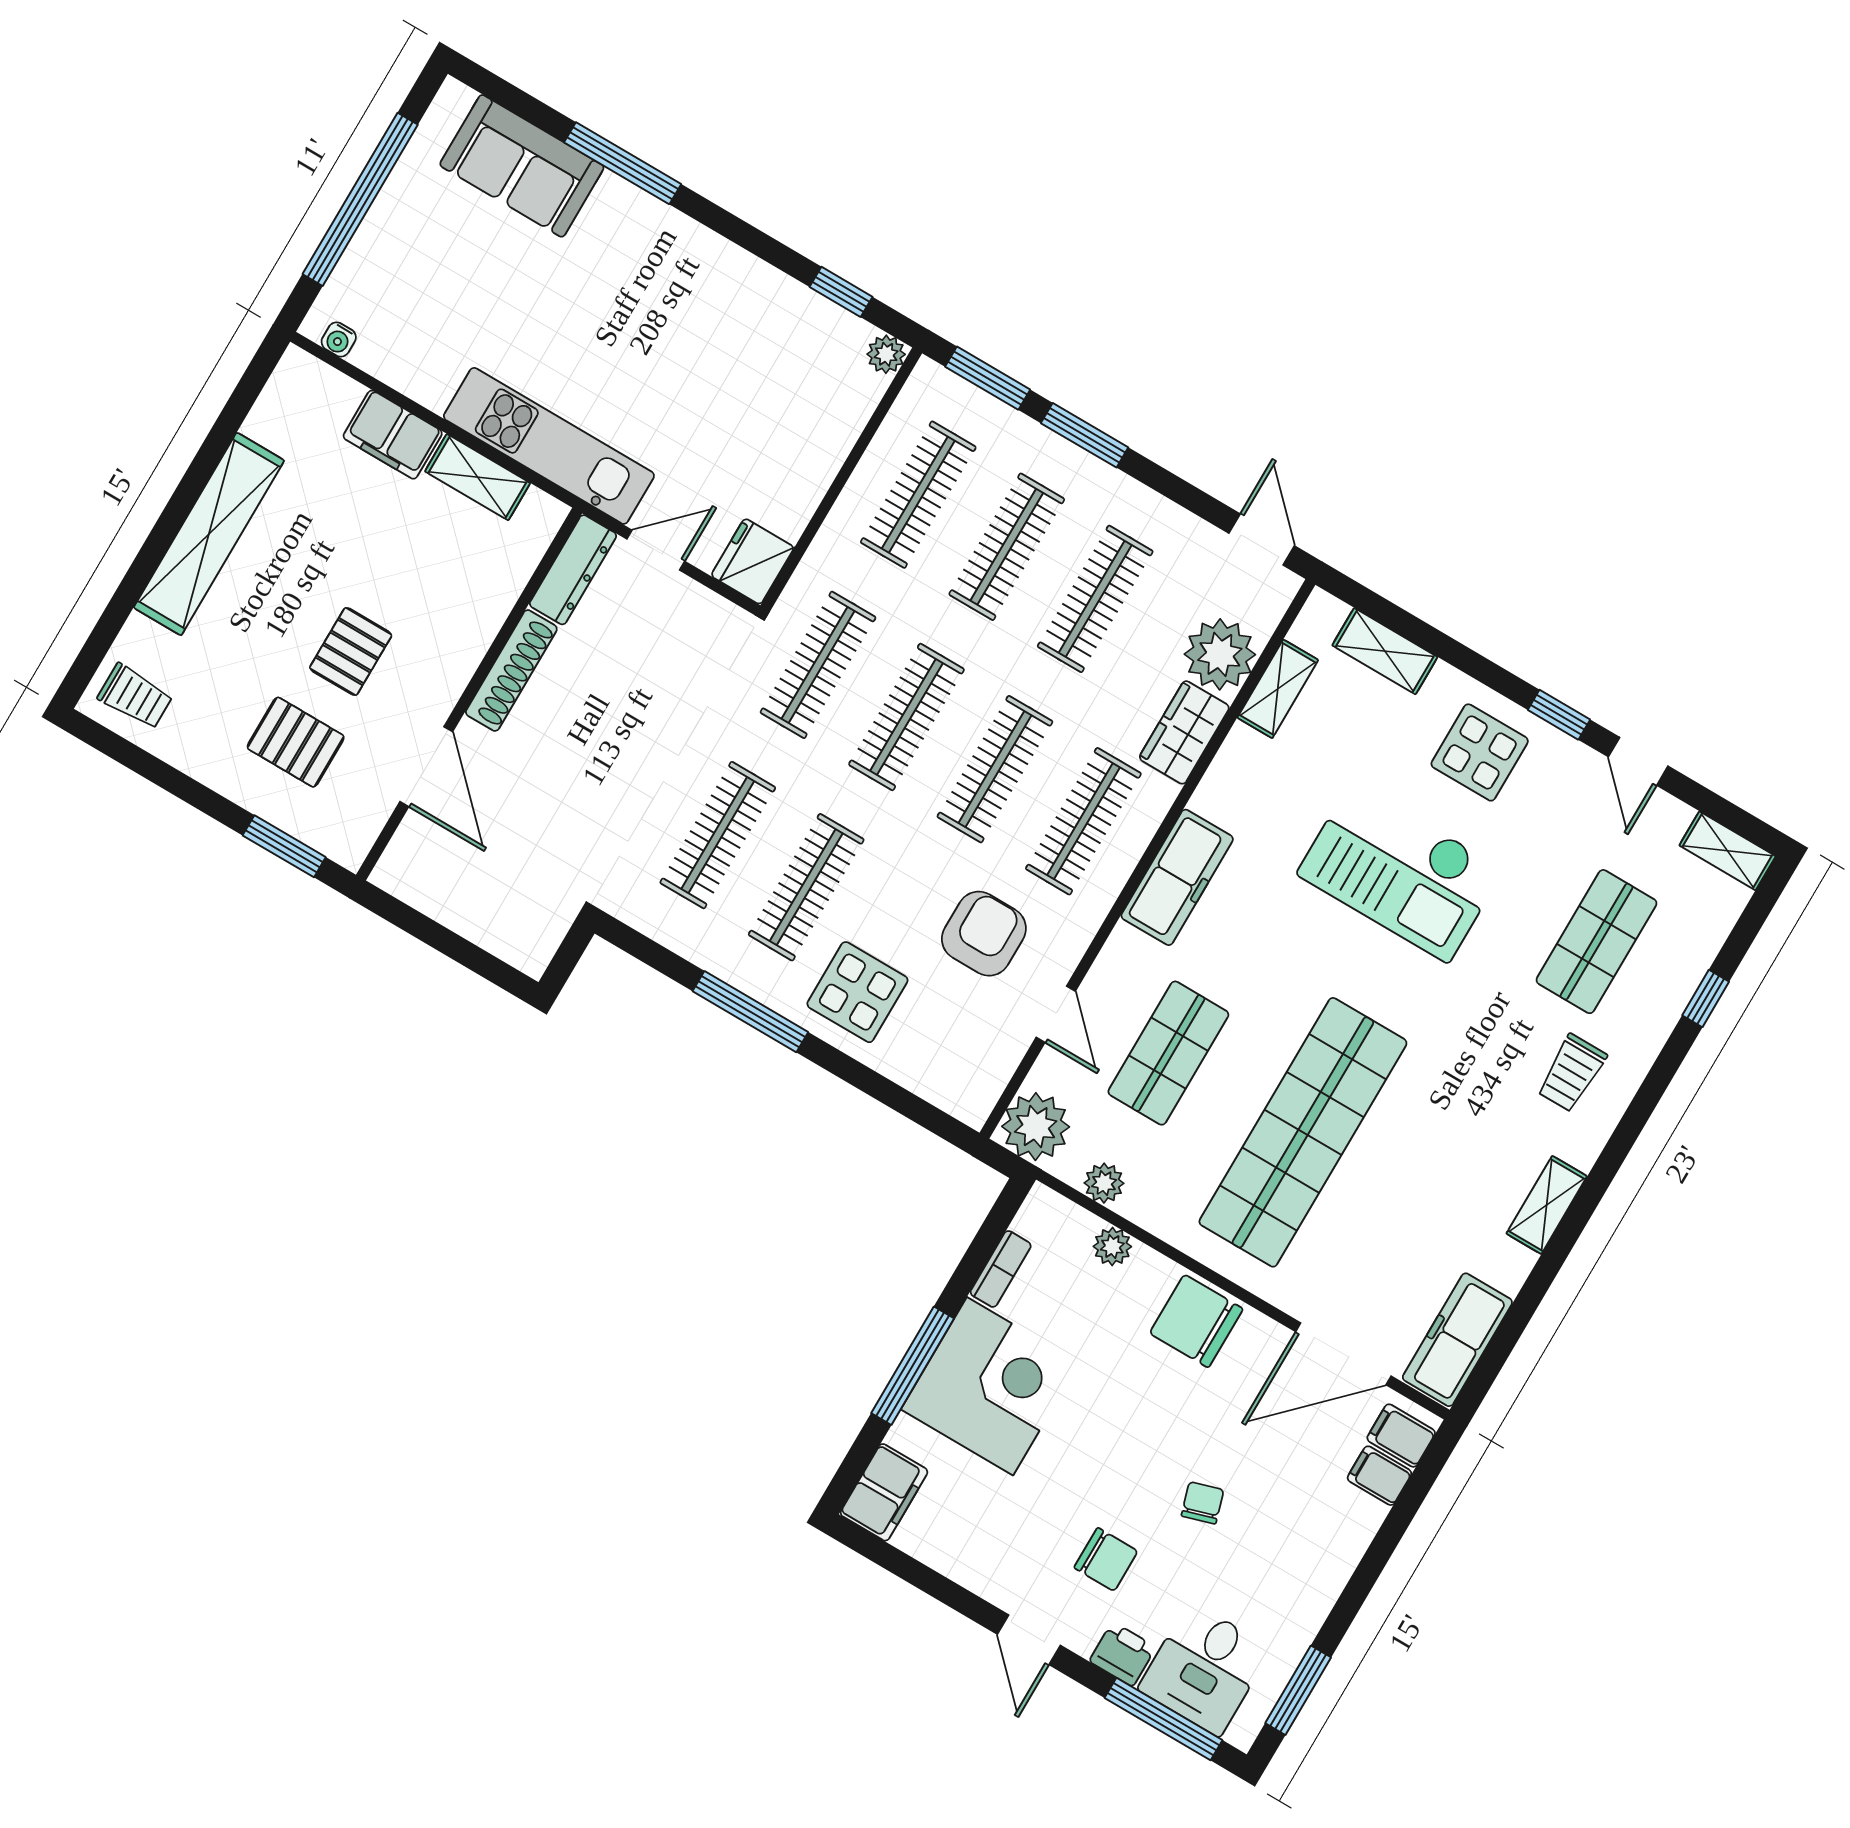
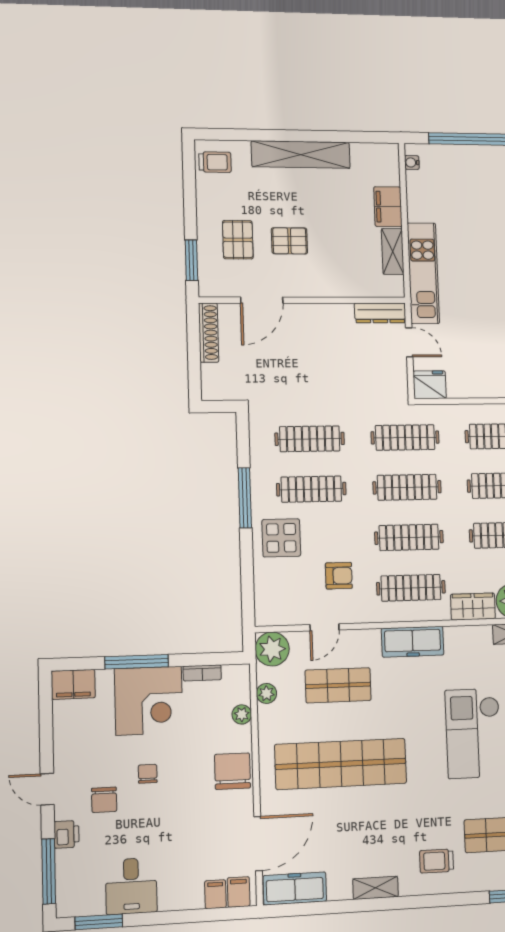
shoe rack: (511, 671) -> (209, 333), moved, turned -90
trolley: (135, 696) -> (215, 162), turned -90
armchair: (984, 934) -> (339, 576), width x0.72, depth x0.72
door: (1343, 1354) -> (258, 844), swing flipped
chair: (1202, 1503) -> (148, 774), moved, turned -73
door: (1029, 1640) -> (47, 789), hinge flipped
desk: (1205, 1669) -> (131, 886), moved, turned -90

